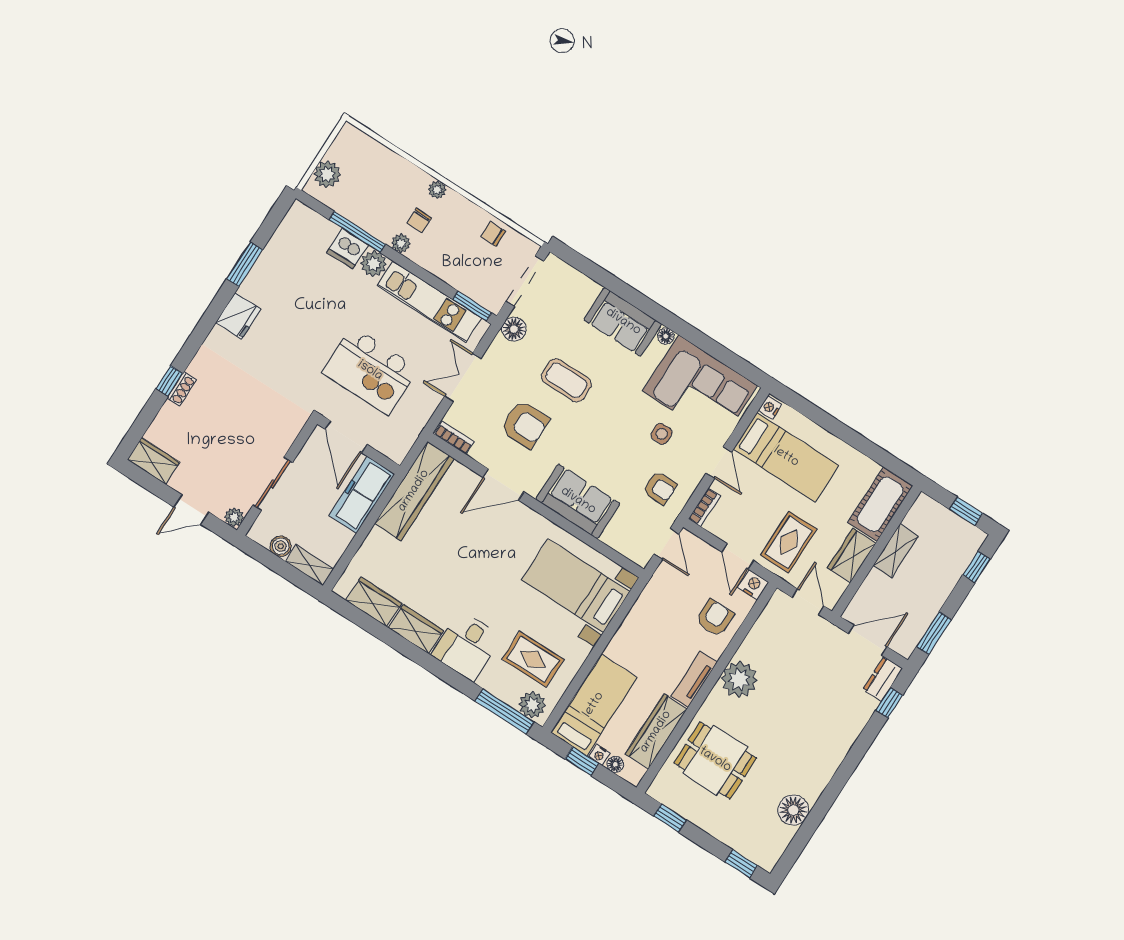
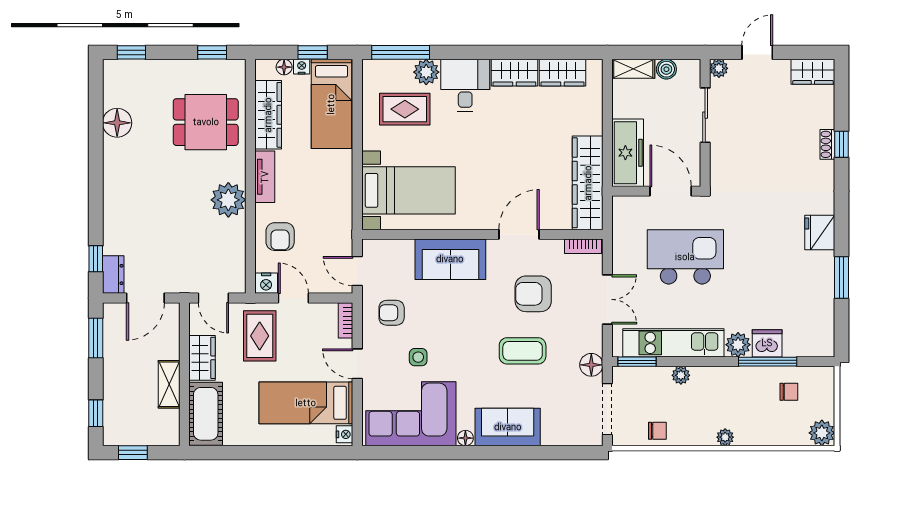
plant: (327, 174) -> (822, 433), moved
chair: (419, 220) -> (789, 392), moved, turned 90
plant: (401, 243) -> (681, 375), moved
plant: (532, 705) -> (426, 72), moved

